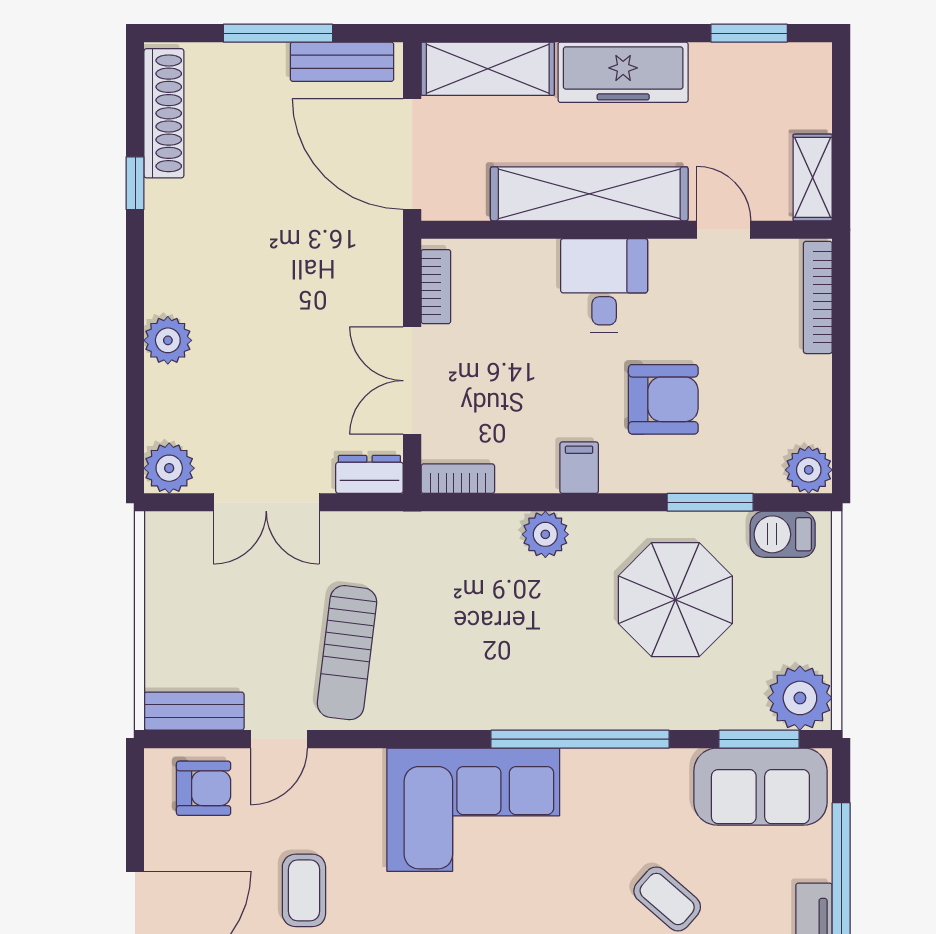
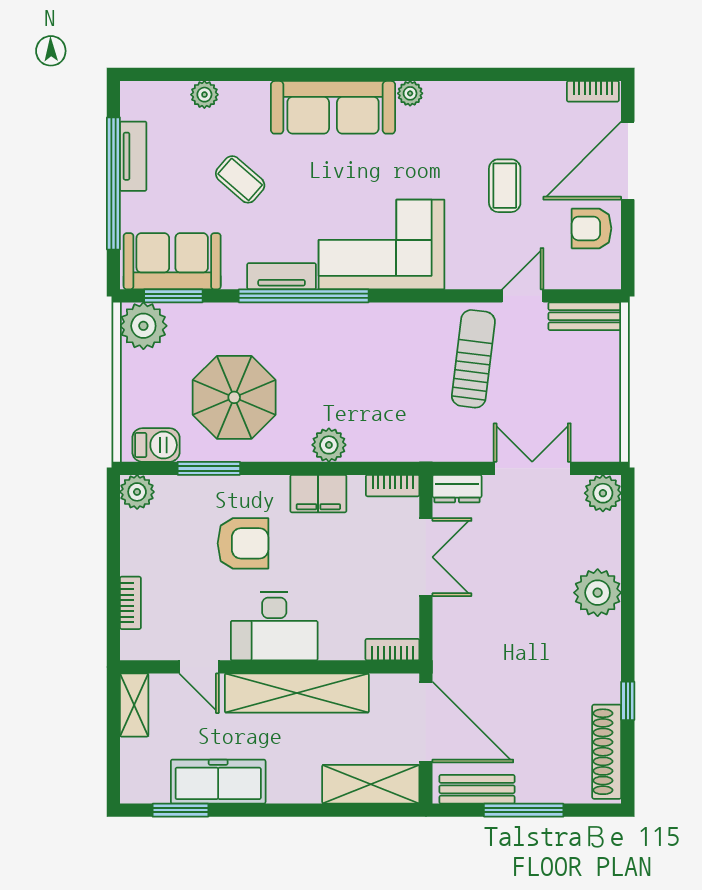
freezer: (623, 72) -> (218, 782), moved
desk: (604, 285) -> (274, 626), width x1.37
bookcase: (436, 287) -> (392, 650), moved, turned 90
bookcase: (818, 297) -> (130, 603), width x0.64
plant: (168, 340) -> (598, 593), width x1.36, depth x1.36
armchair: (663, 399) -> (243, 543), turned 180
filing cabinet: (579, 468) -> (318, 494), width x2.00
tv unit: (610, 766) -> (282, 276), added
armchair: (204, 788) -> (592, 228), moved

